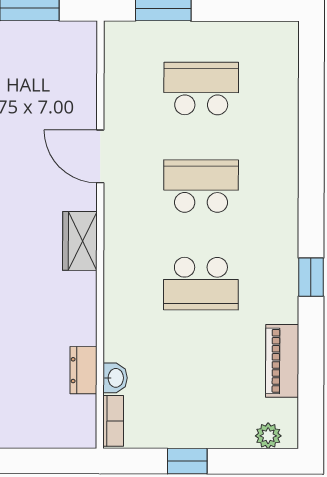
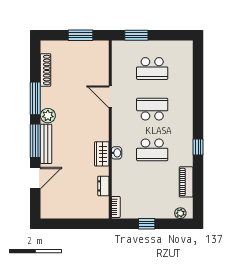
school desk: (201, 88) -> (152, 69), turned 180
wardrobe: (80, 241) -> (102, 154), moved
washbasin: (115, 378) -> (117, 153), moved

